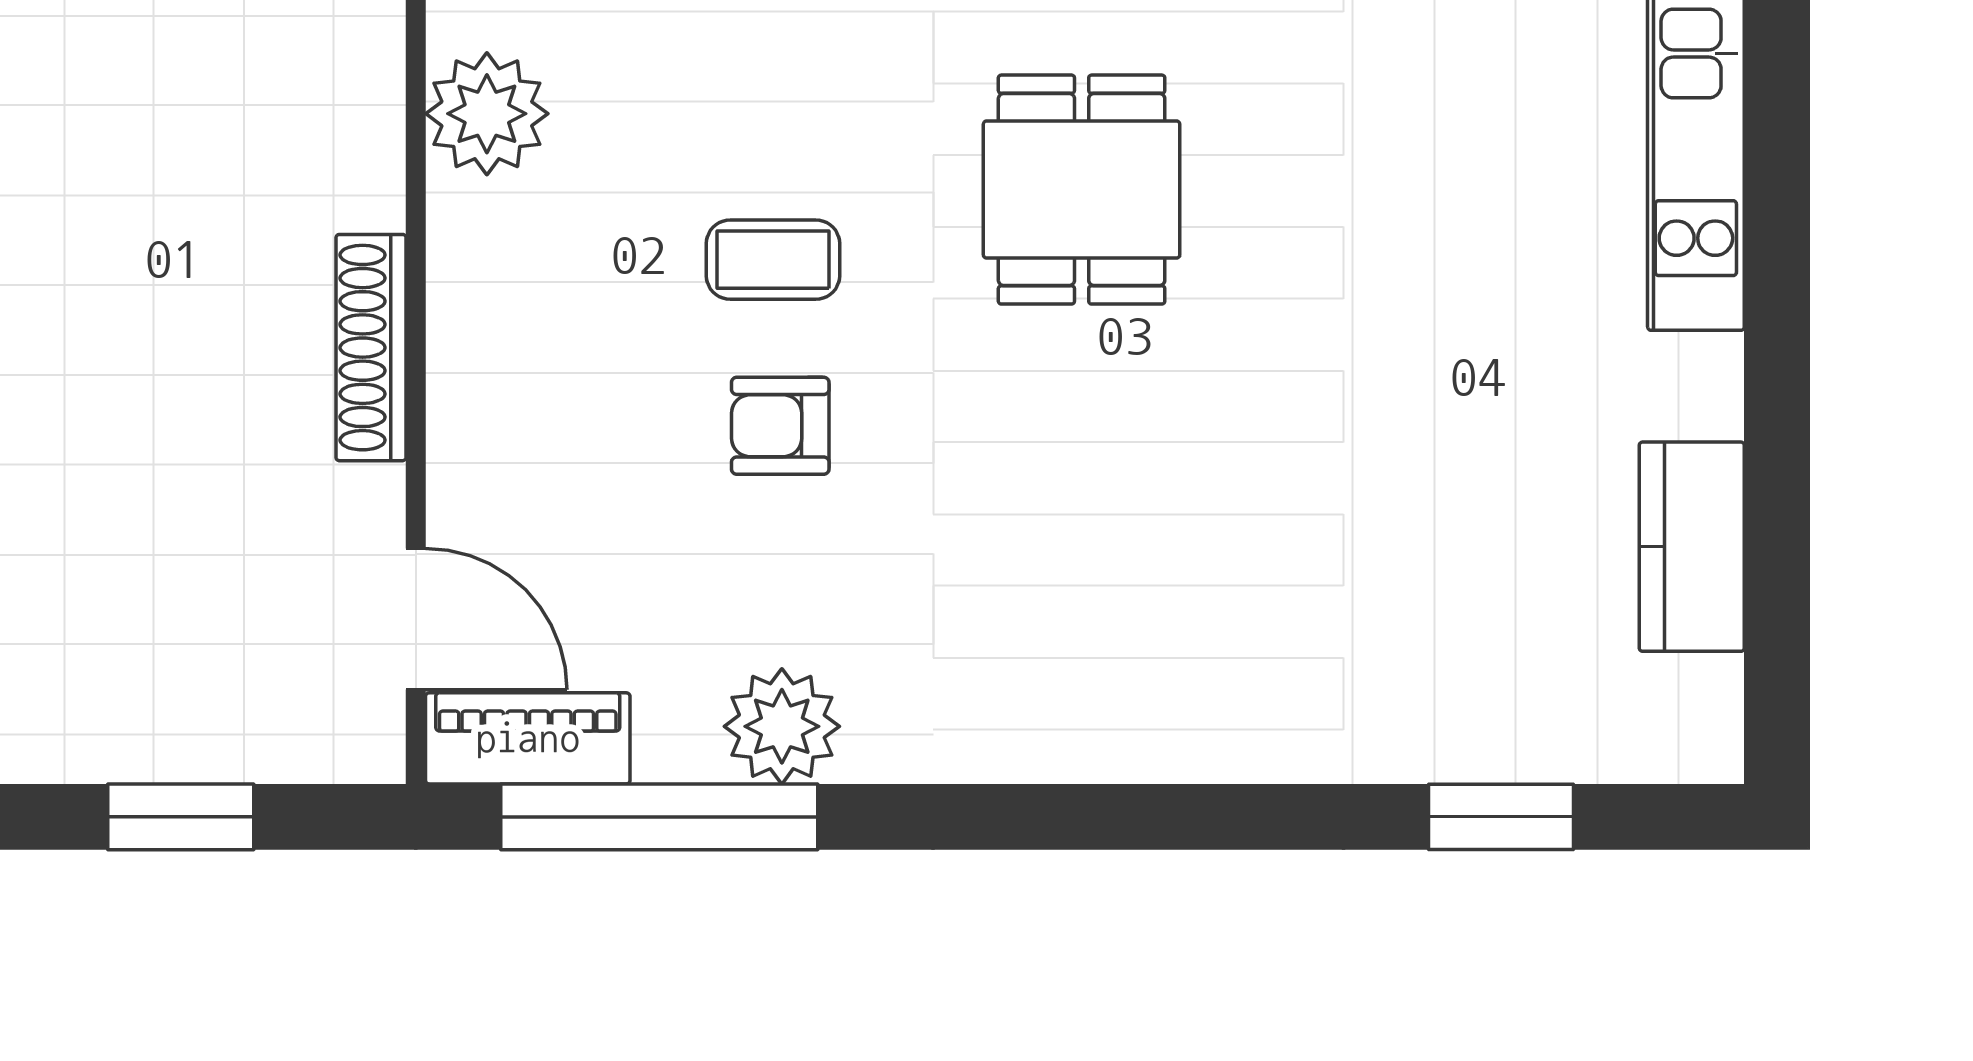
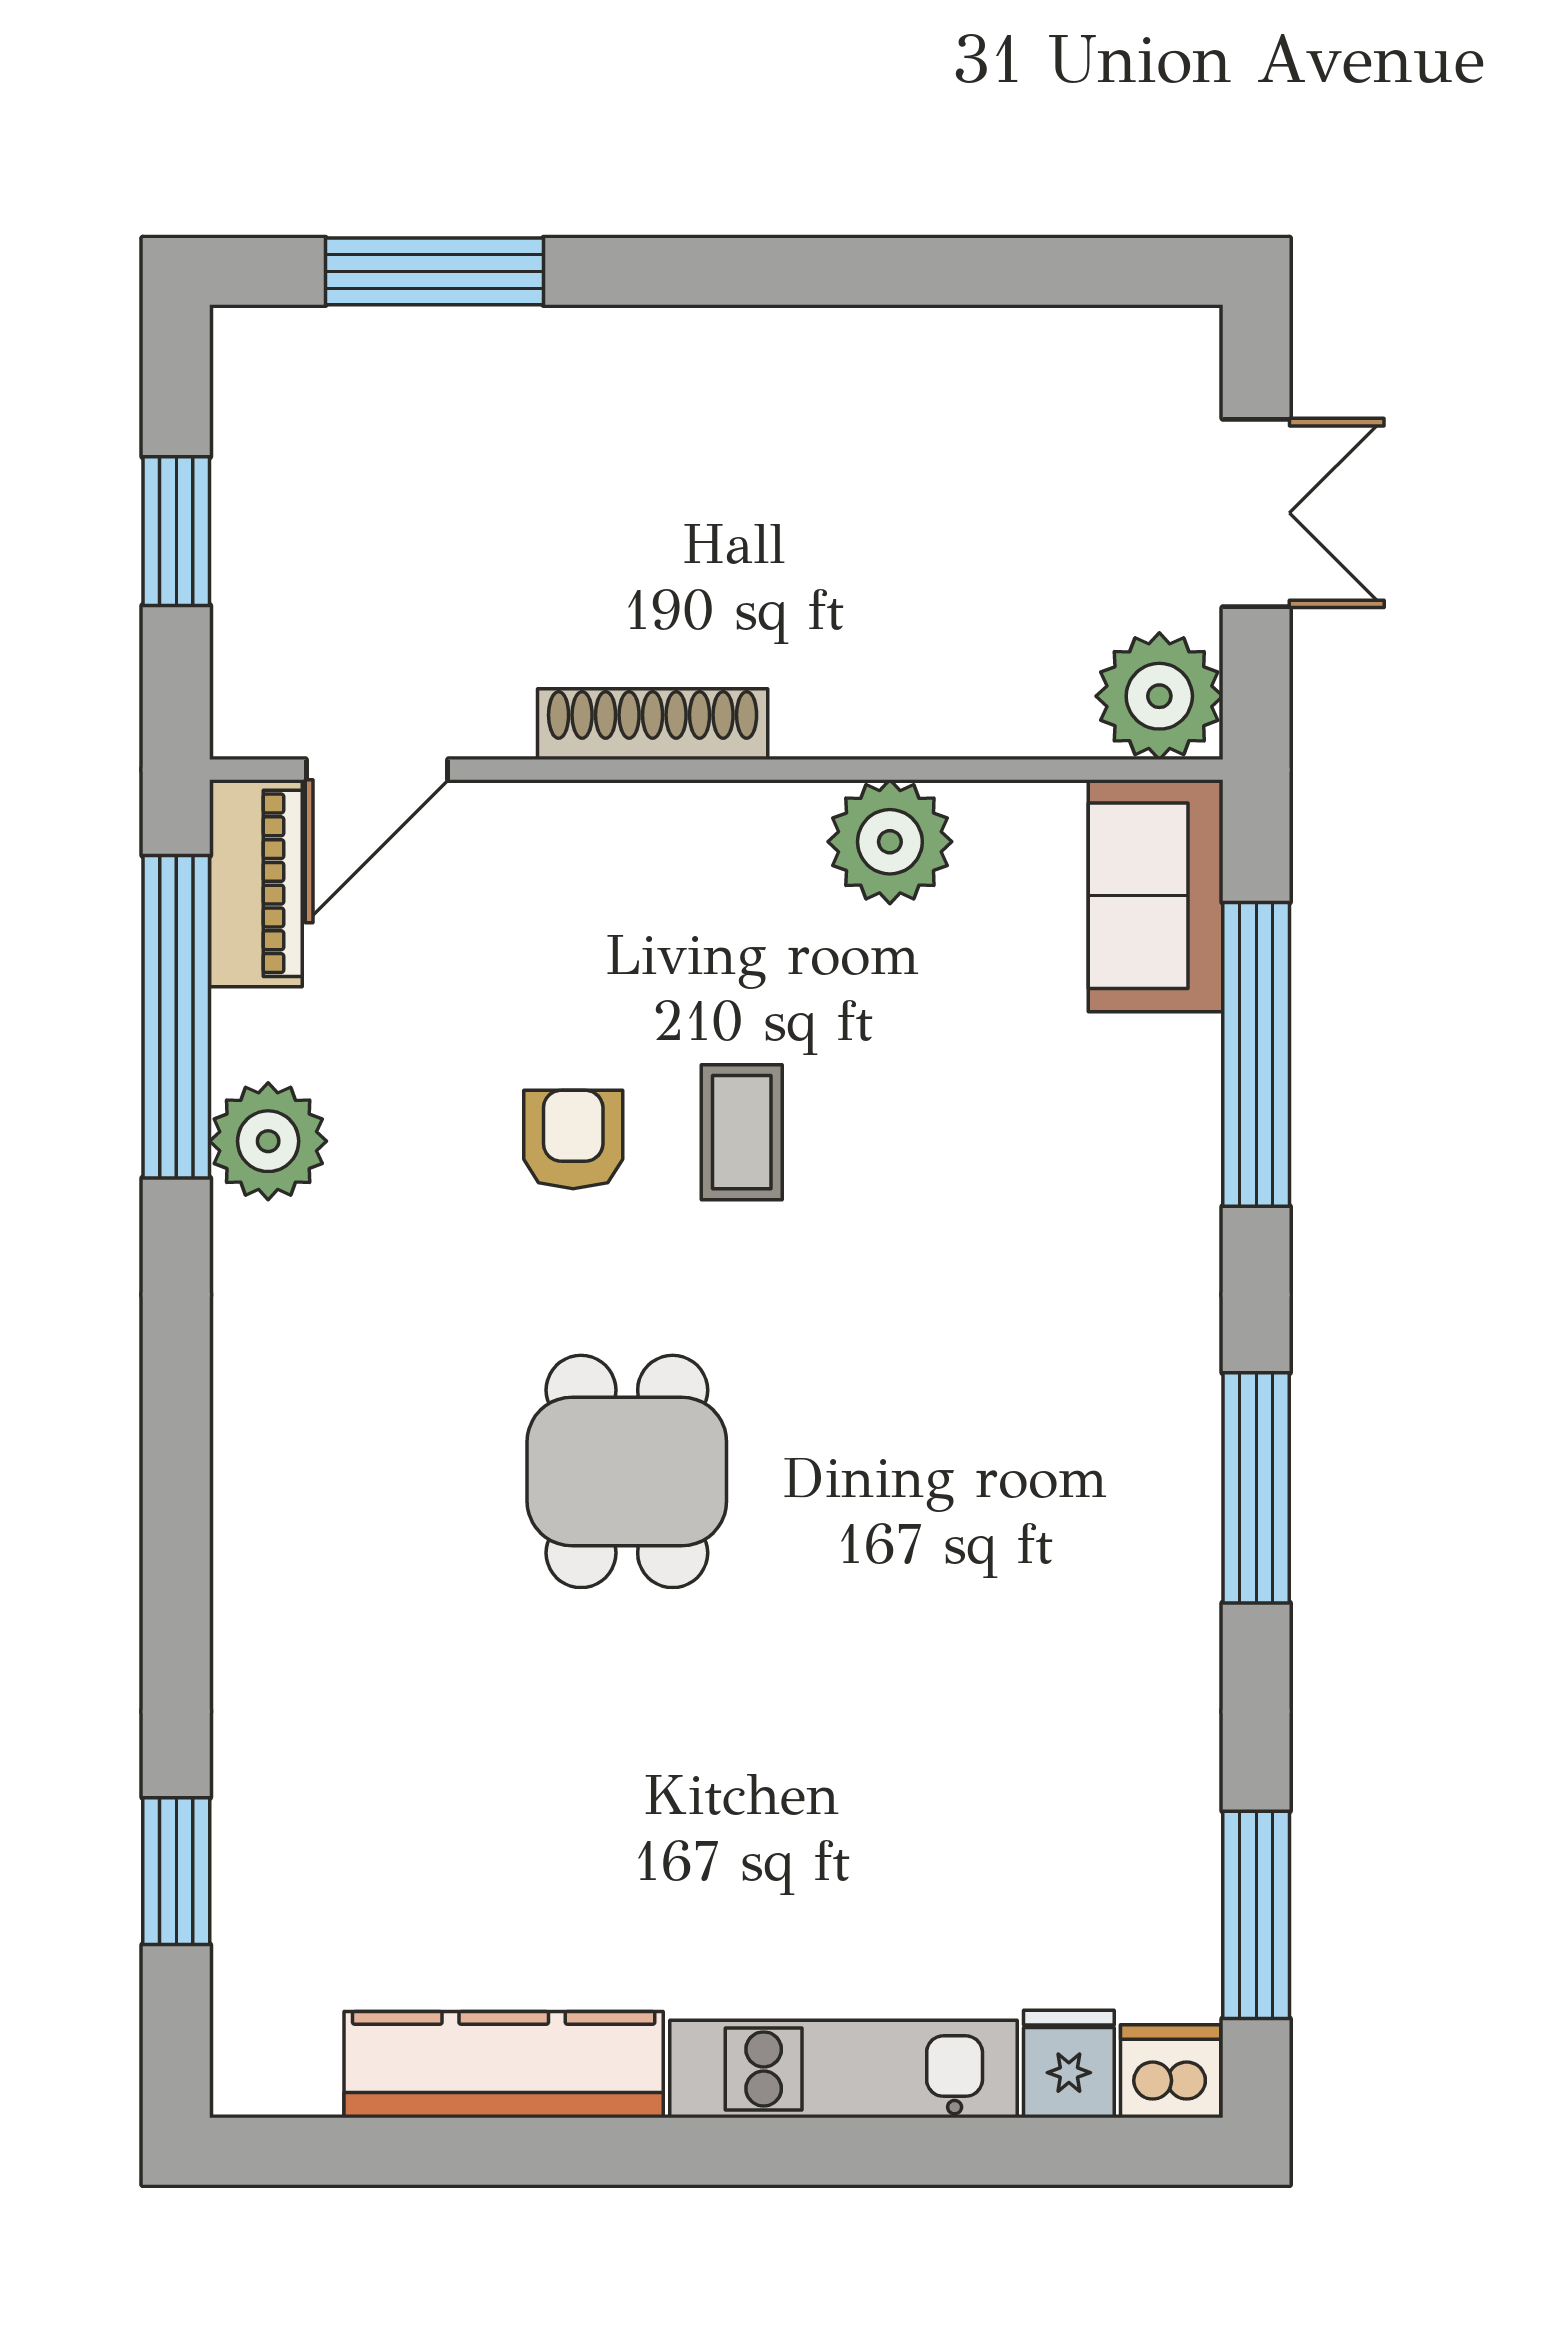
dining table: (1082, 190) -> (627, 1471), moved, turned 90
kitchen counter: (1692, 547) -> (504, 2065), width x1.50

